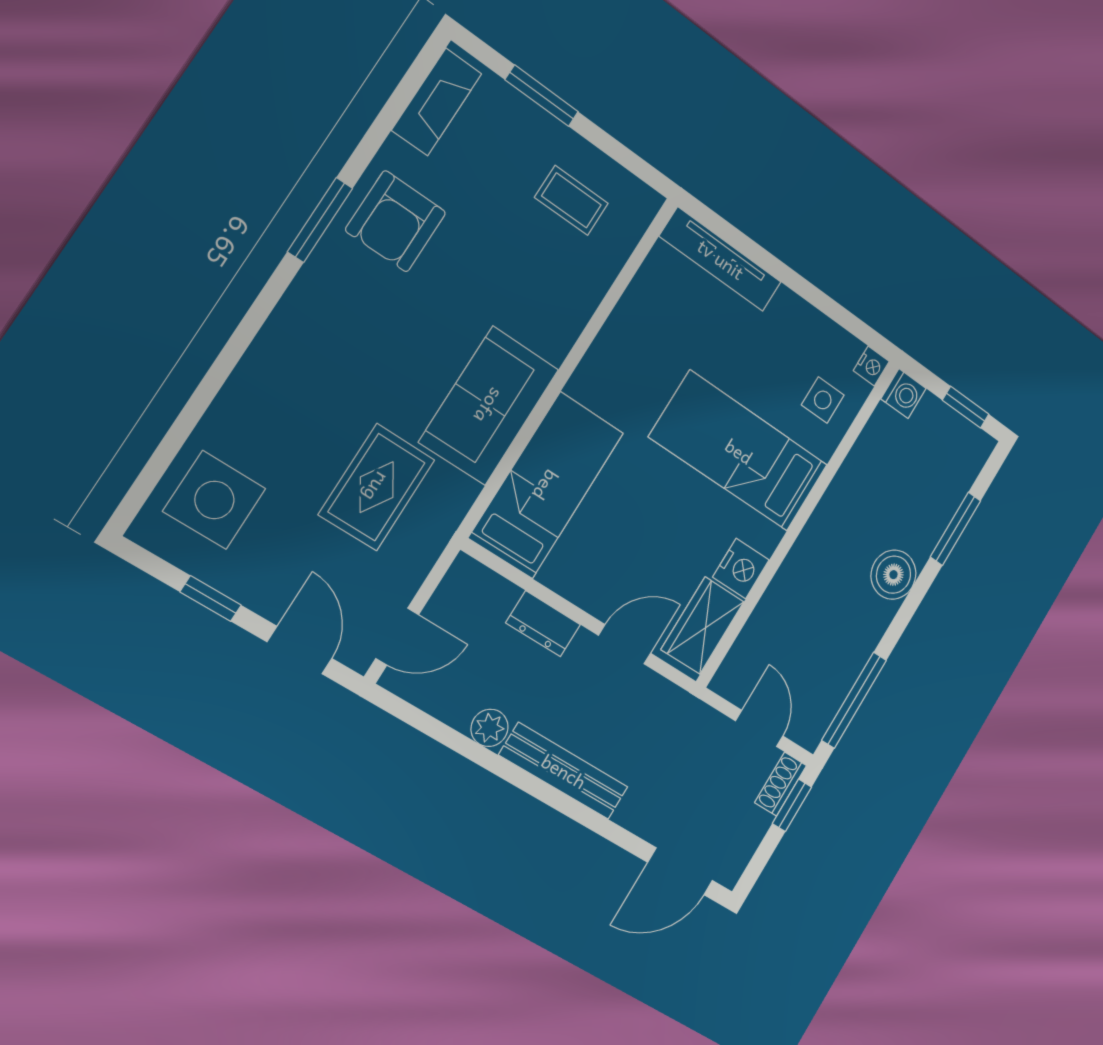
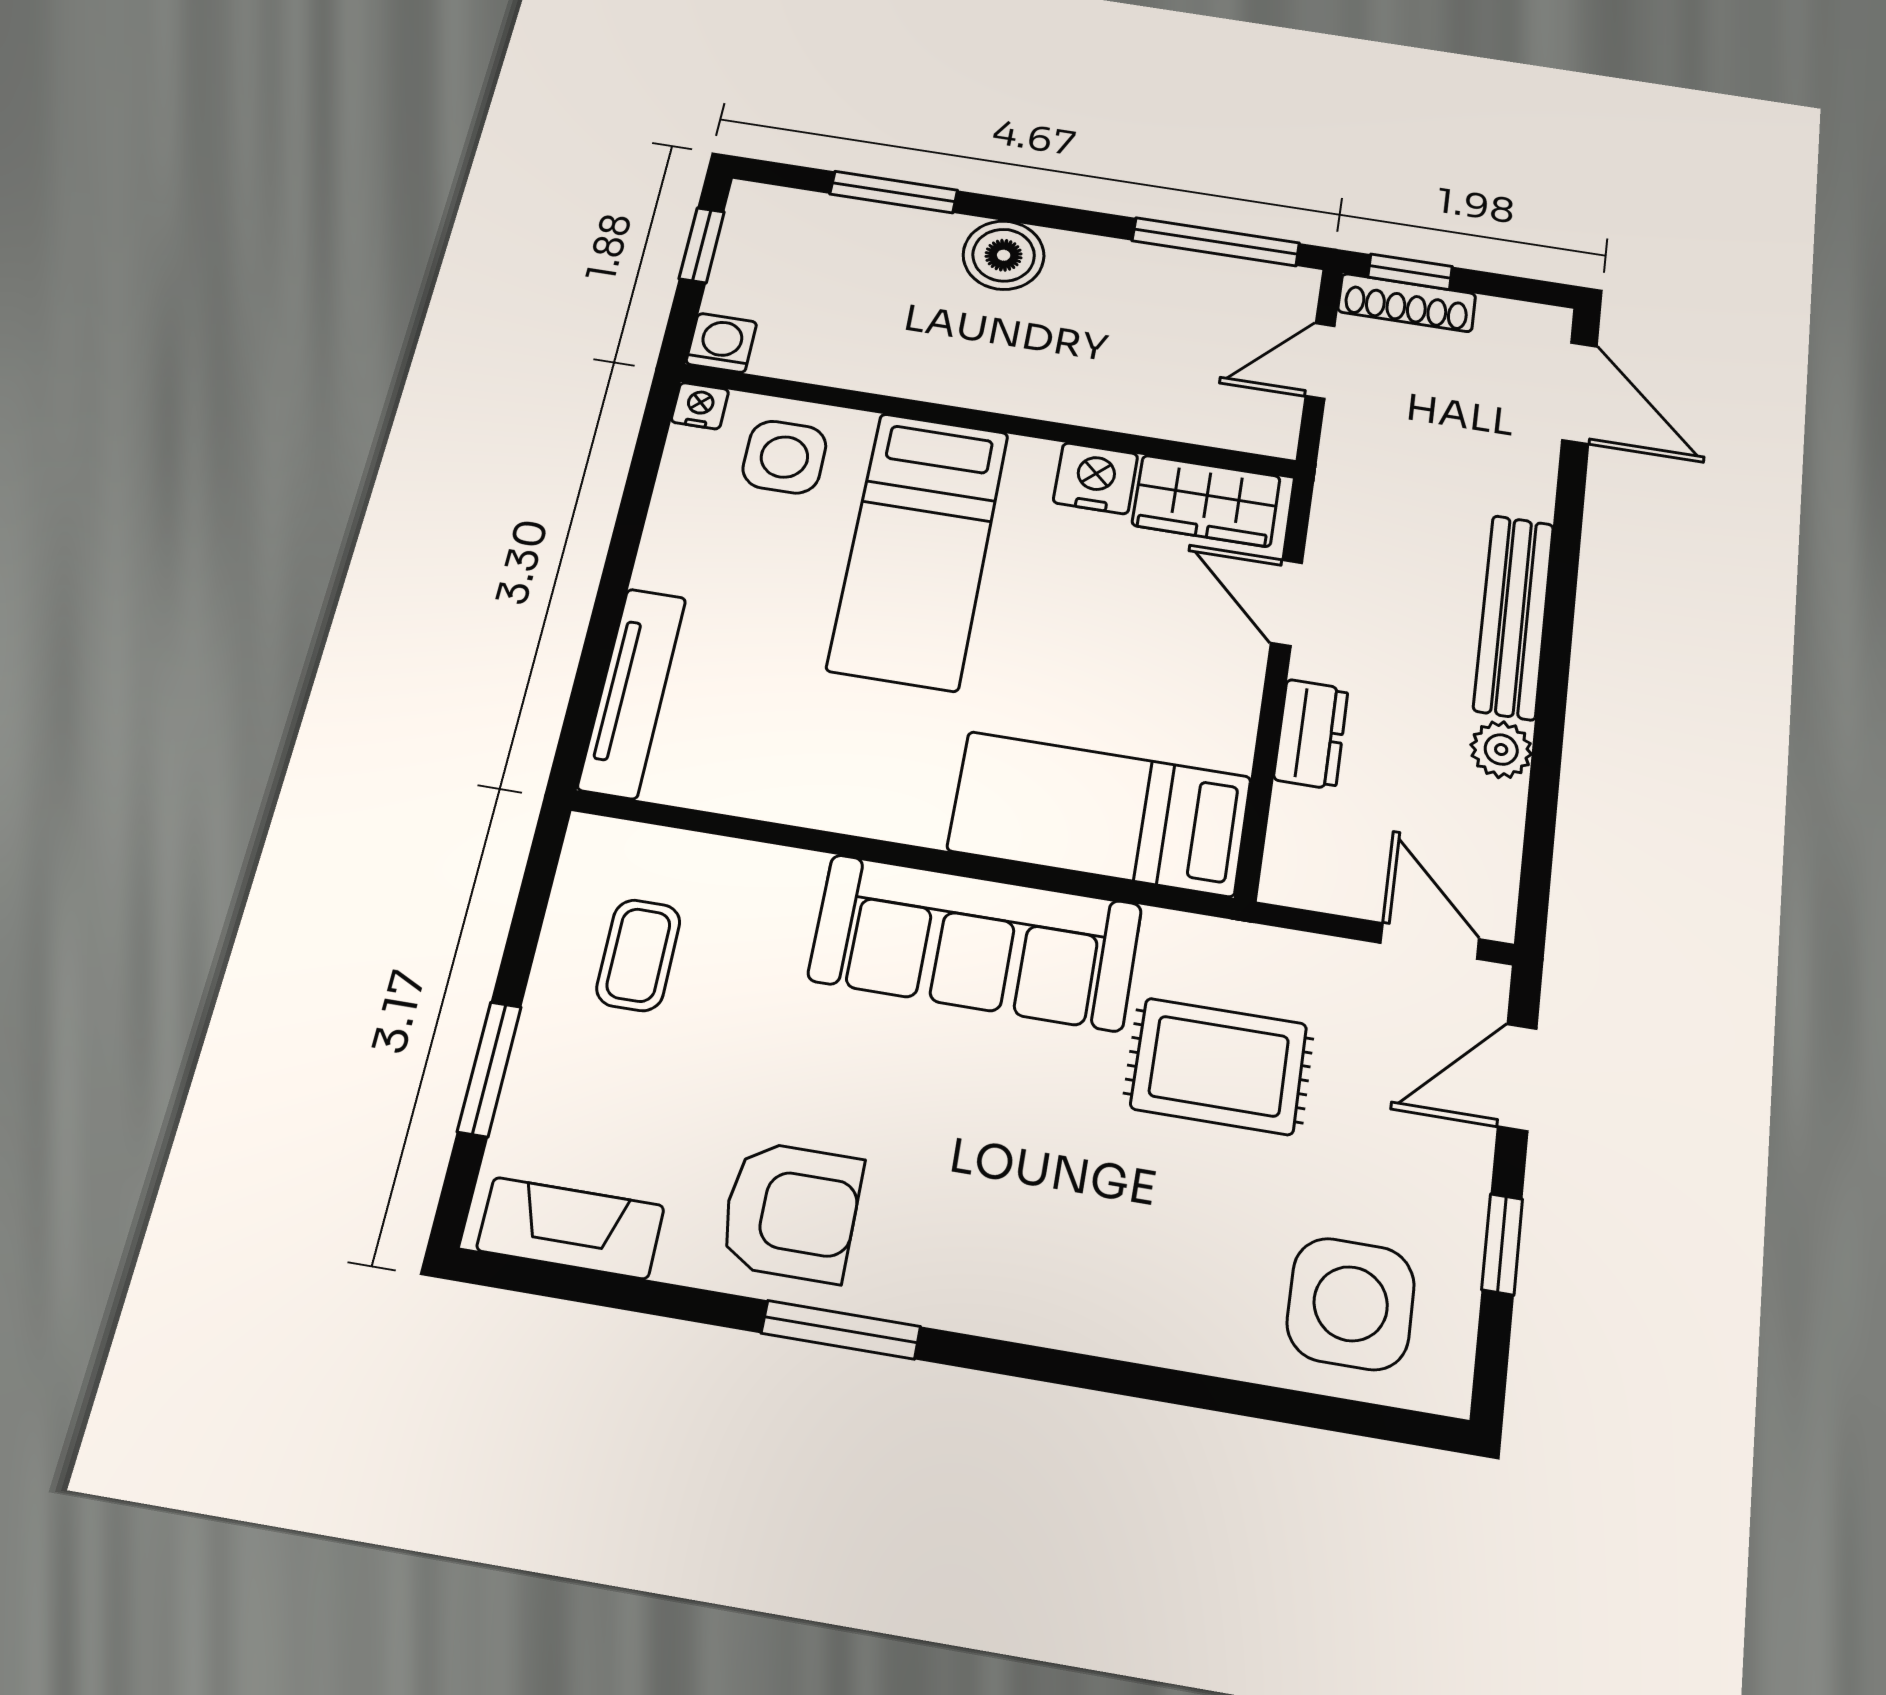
side table: (823, 400) -> (784, 457), width x1.37, depth x1.37
sofa: (489, 406) -> (976, 942), width x1.36
shoe rack: (781, 784) -> (1407, 303), width x1.43

